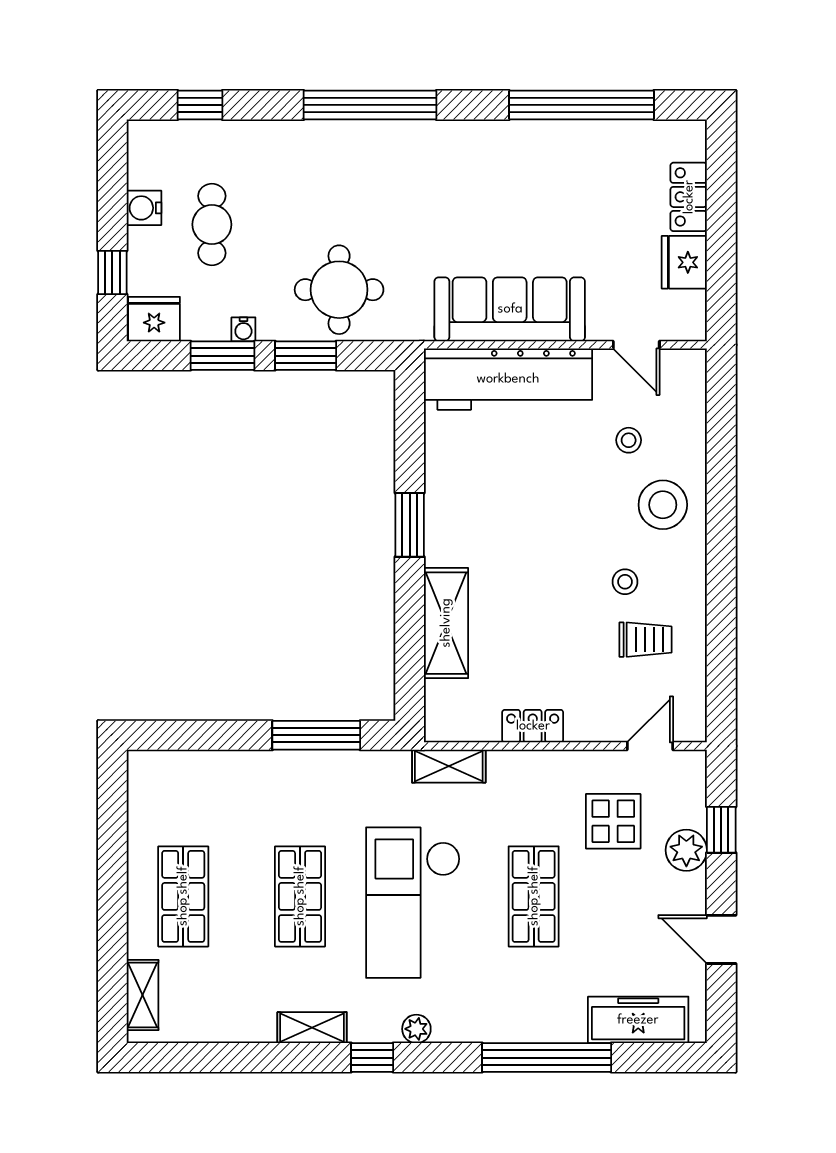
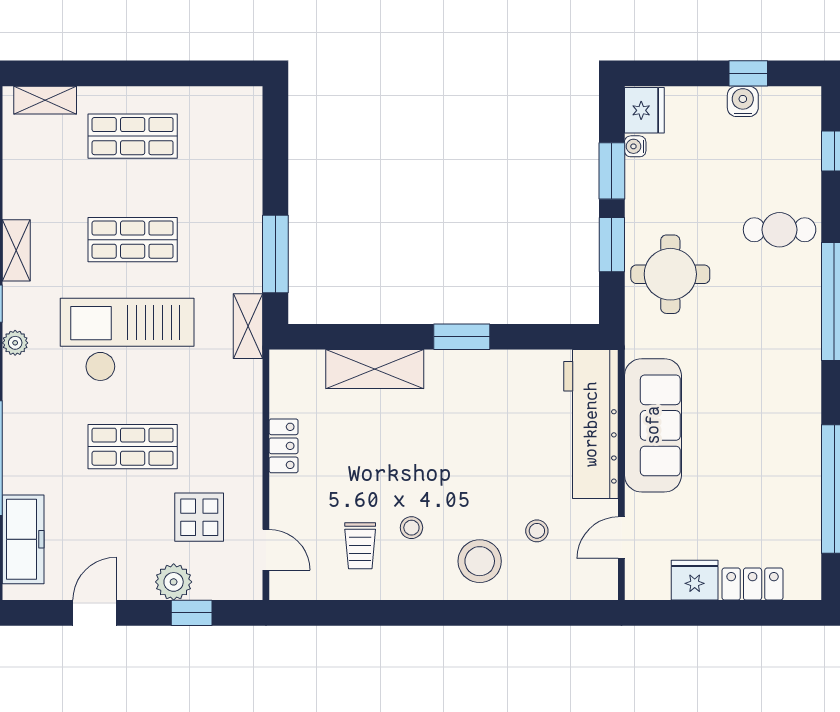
cafe table: (212, 224) -> (780, 230), moved
window: (112, 272) -> (748, 73), moved
water cooler: (243, 329) -> (635, 146), moved
shelving: (449, 766) -> (248, 326), moved

